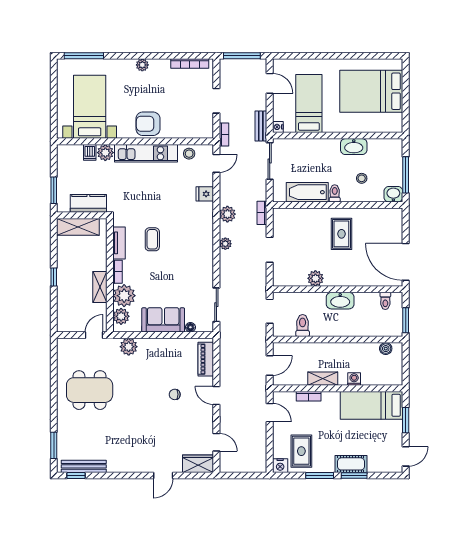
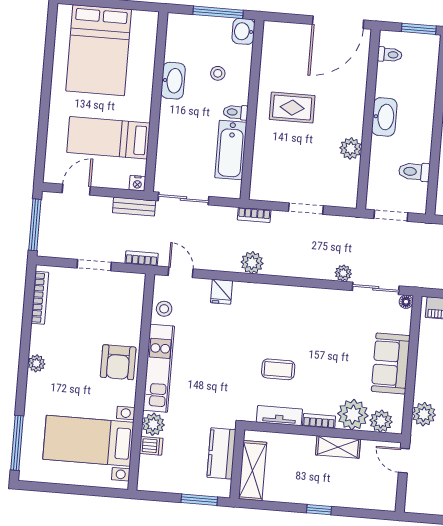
plant: (225, 244) -> (343, 273), moved
floor lamp: (190, 327) -> (406, 302), moved

